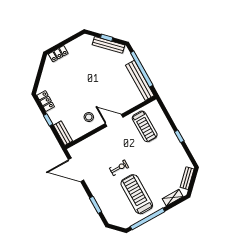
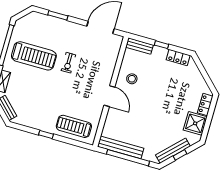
shower: (77, 48) -> (195, 123), added
door: (114, 120) -> (109, 96), hinge flipped
treadmill: (145, 126) -> (74, 126), moved

